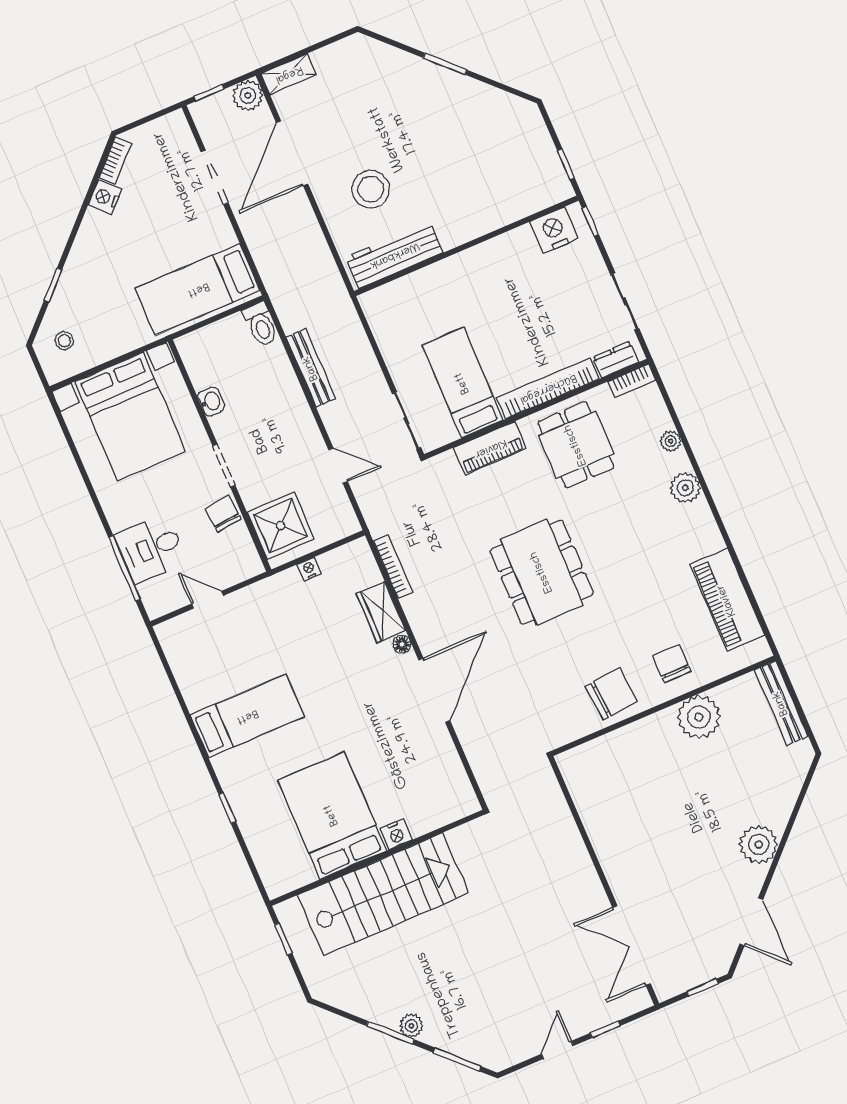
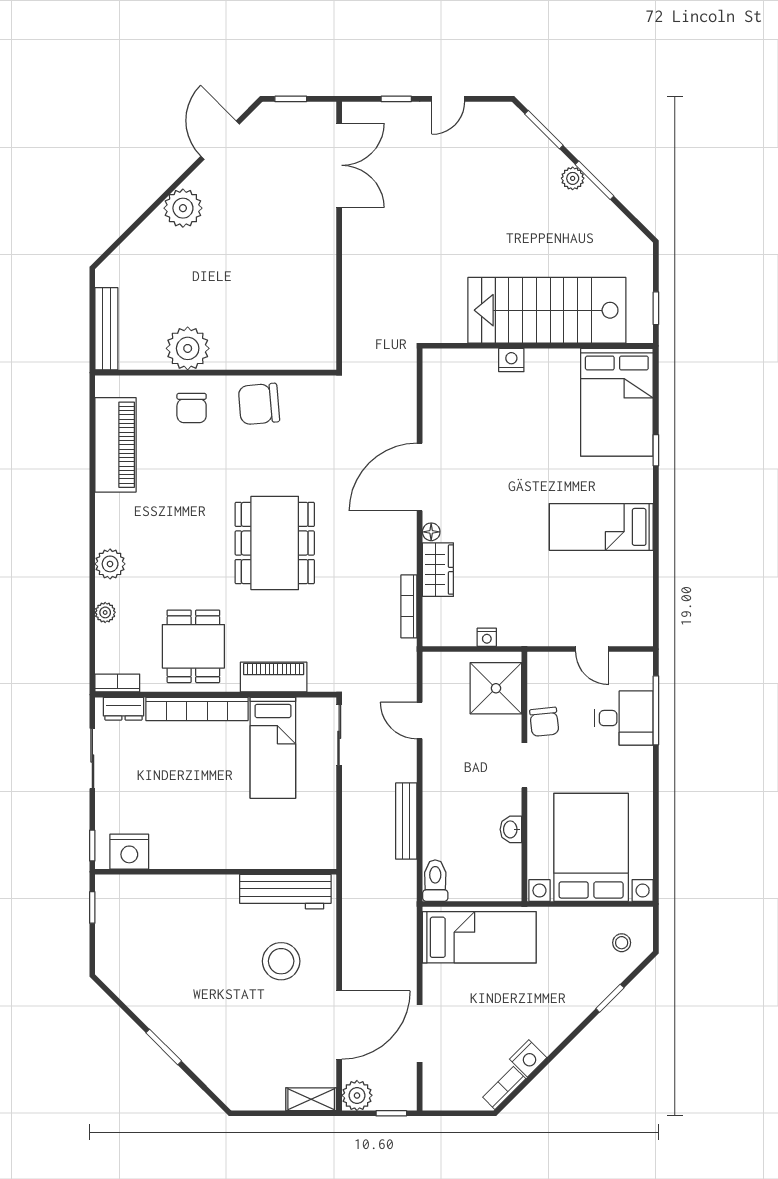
bed: (332, 815) -> (617, 402), moved

